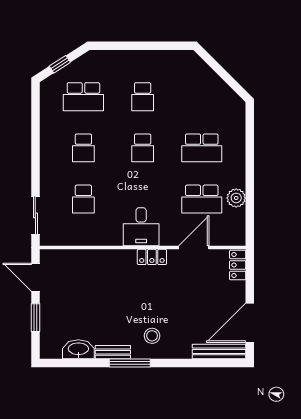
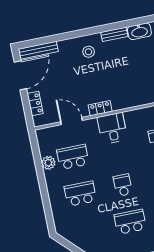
school desk: (143, 97) -> (130, 222), width x1.85
door: (194, 248) -> (72, 121), swing flipped
locker: (238, 265) -> (35, 103), moved
window: (130, 363) -> (101, 29), removed

